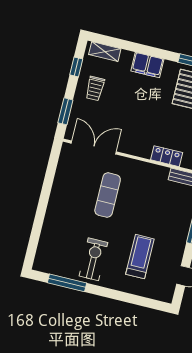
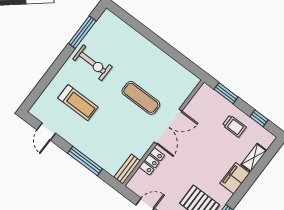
shelving: (105, 52) -> (254, 158), moved
trolley: (95, 88) -> (234, 126), turned 180
double door: (94, 148) -> (168, 127), moved

